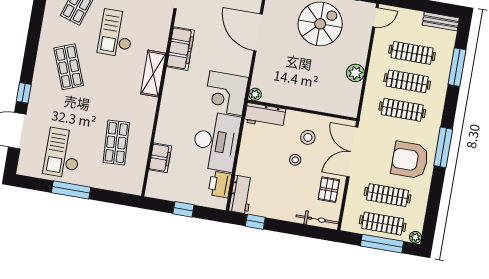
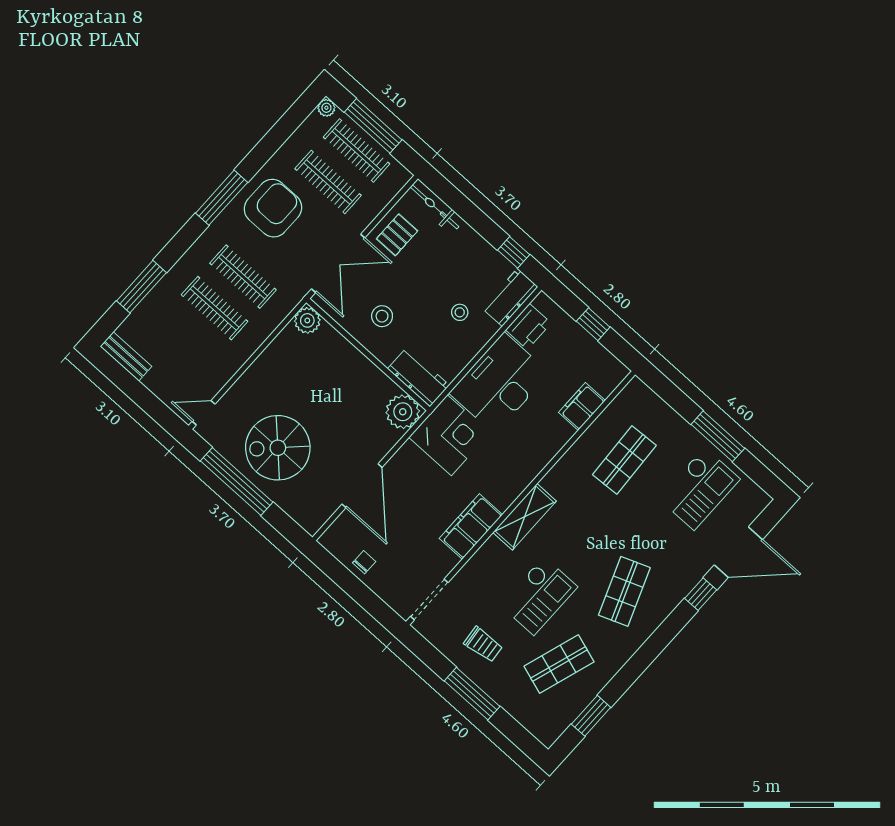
clothes rail: (412, 53) -> (186, 340), removed
plant: (355, 73) -> (307, 320), moved
plant: (255, 94) -> (403, 412), width x1.88, depth x1.88
stool: (295, 160) -> (460, 312), moved
armchair: (410, 160) -> (273, 208), turned -90

